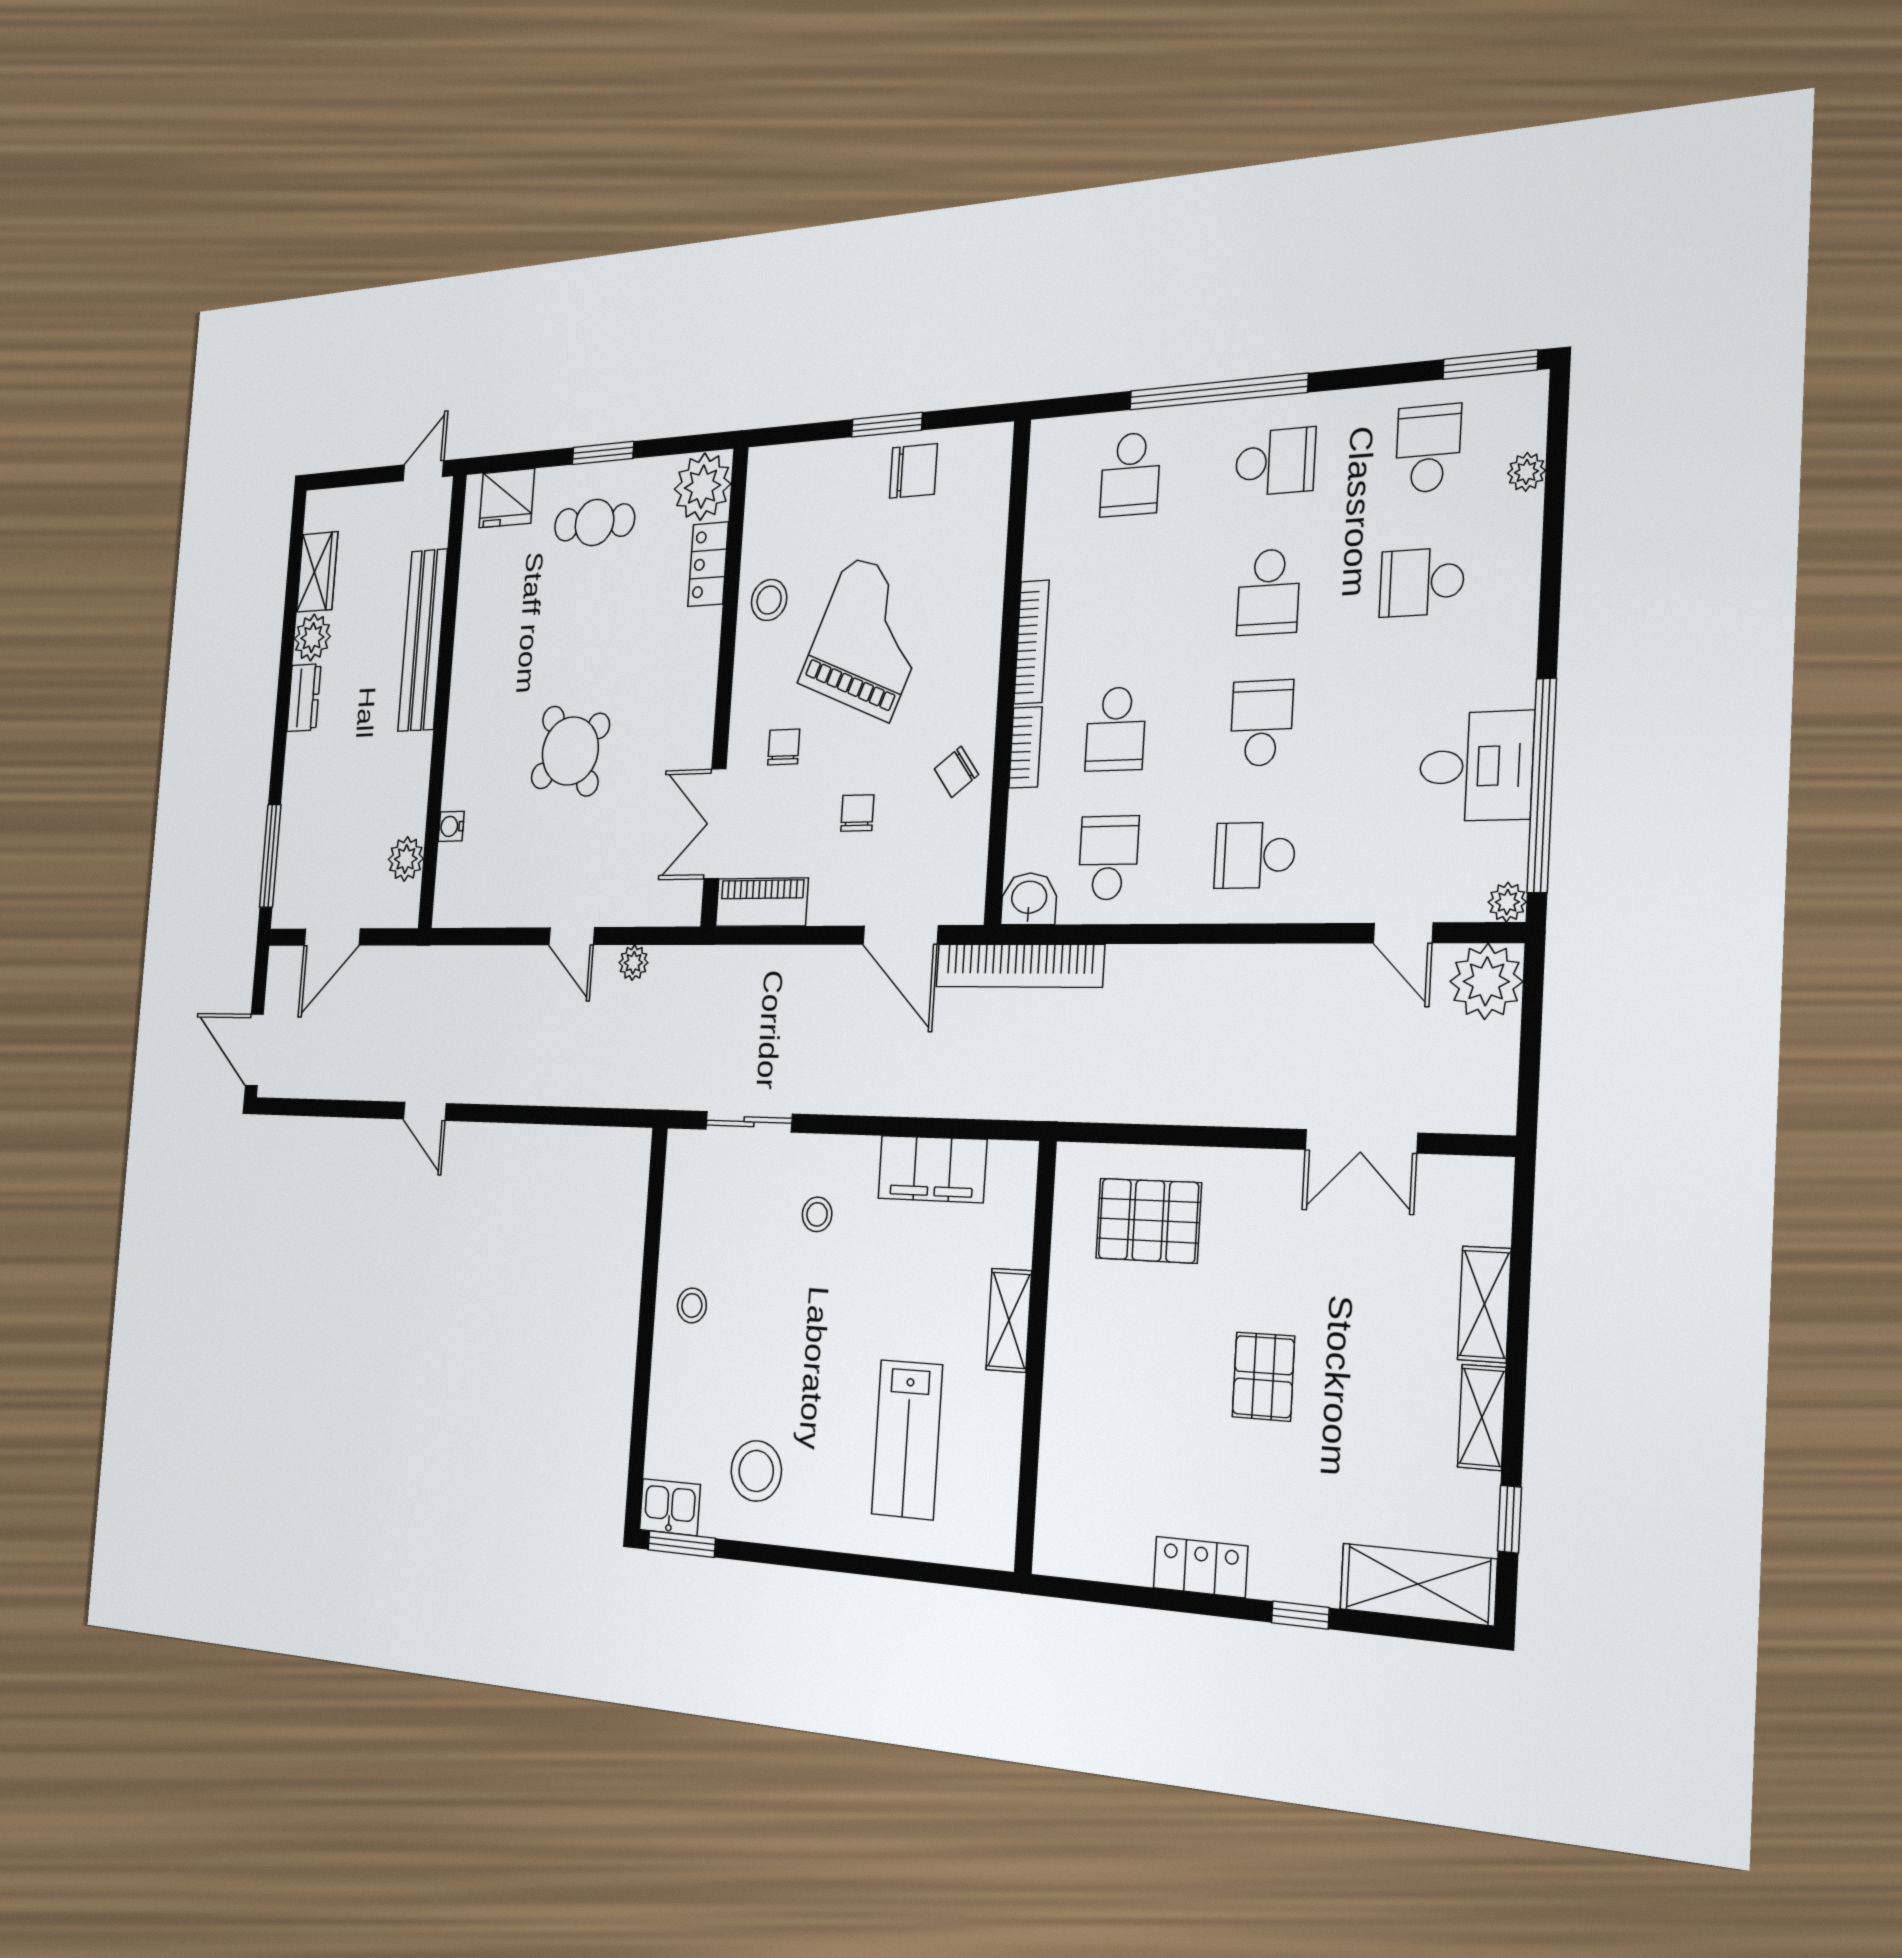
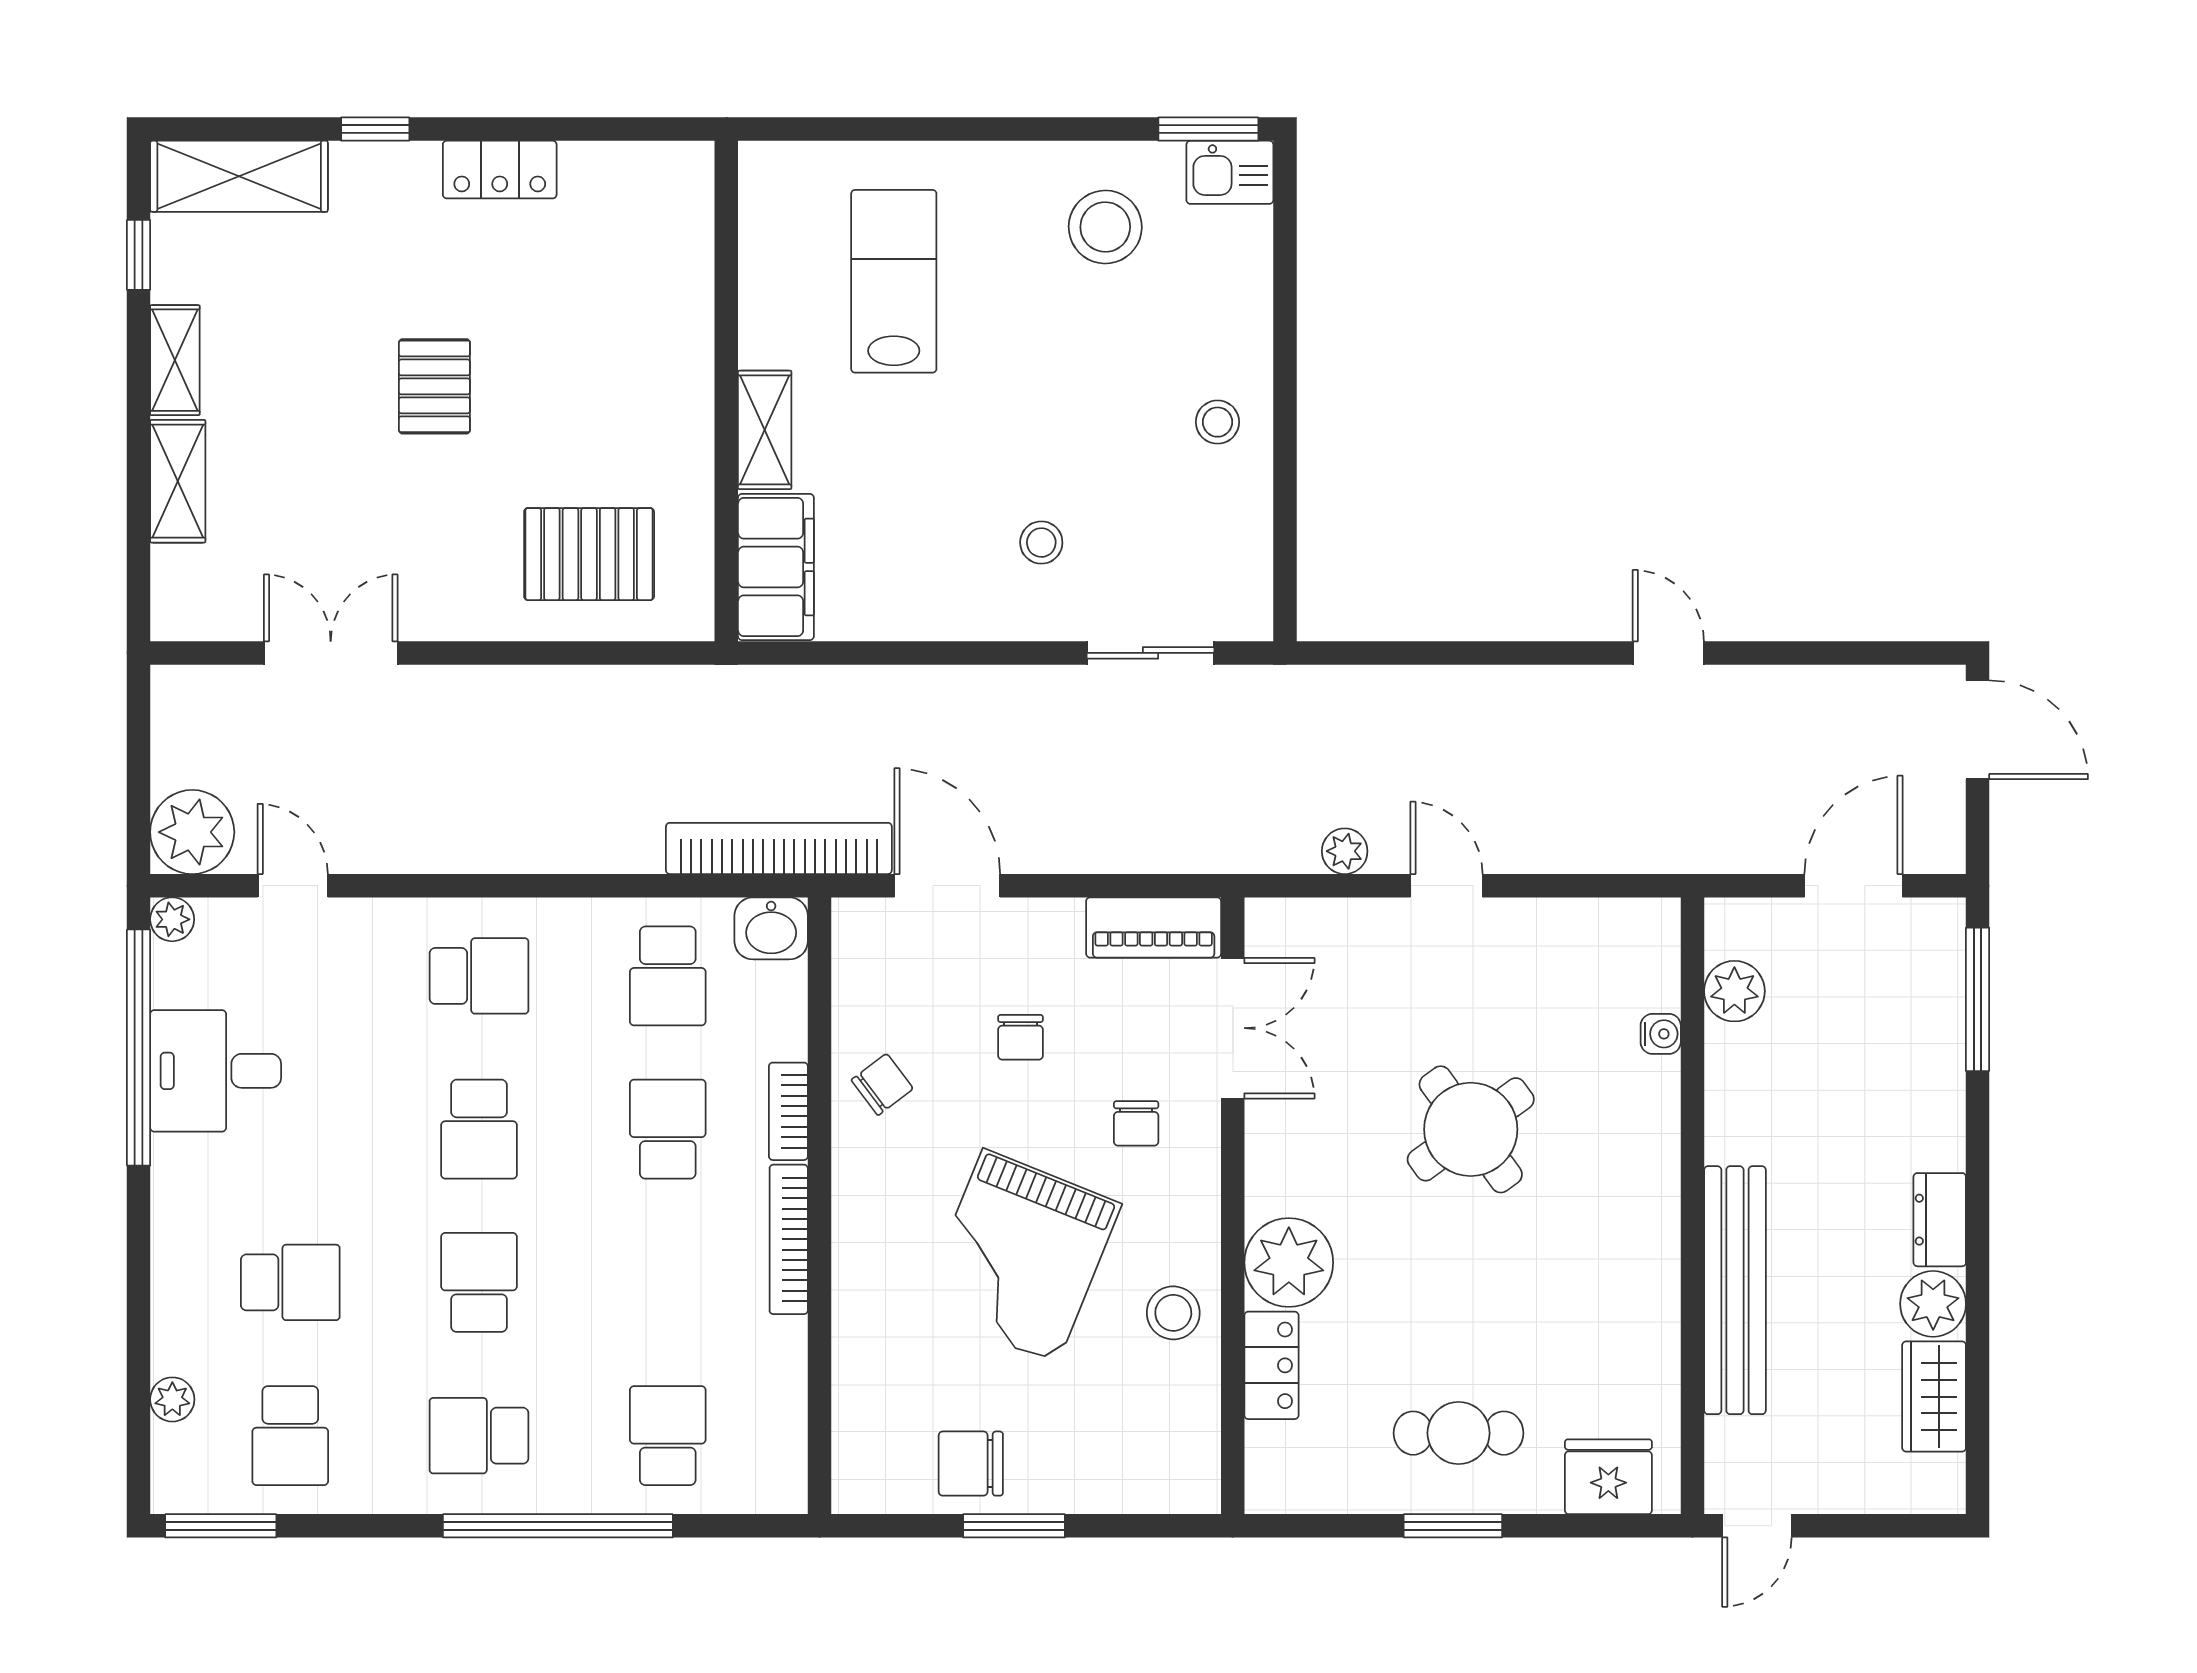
plant: (702, 487) -> (1289, 1263), moved
filing cabinet: (932, 1169) -> (776, 567), moved, turned 90

